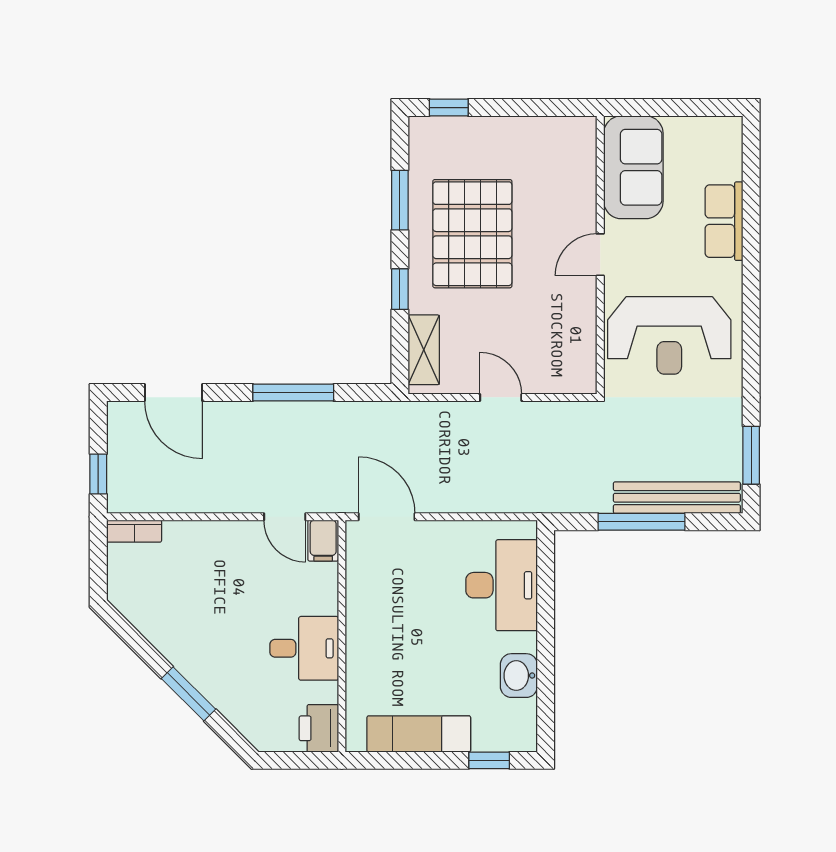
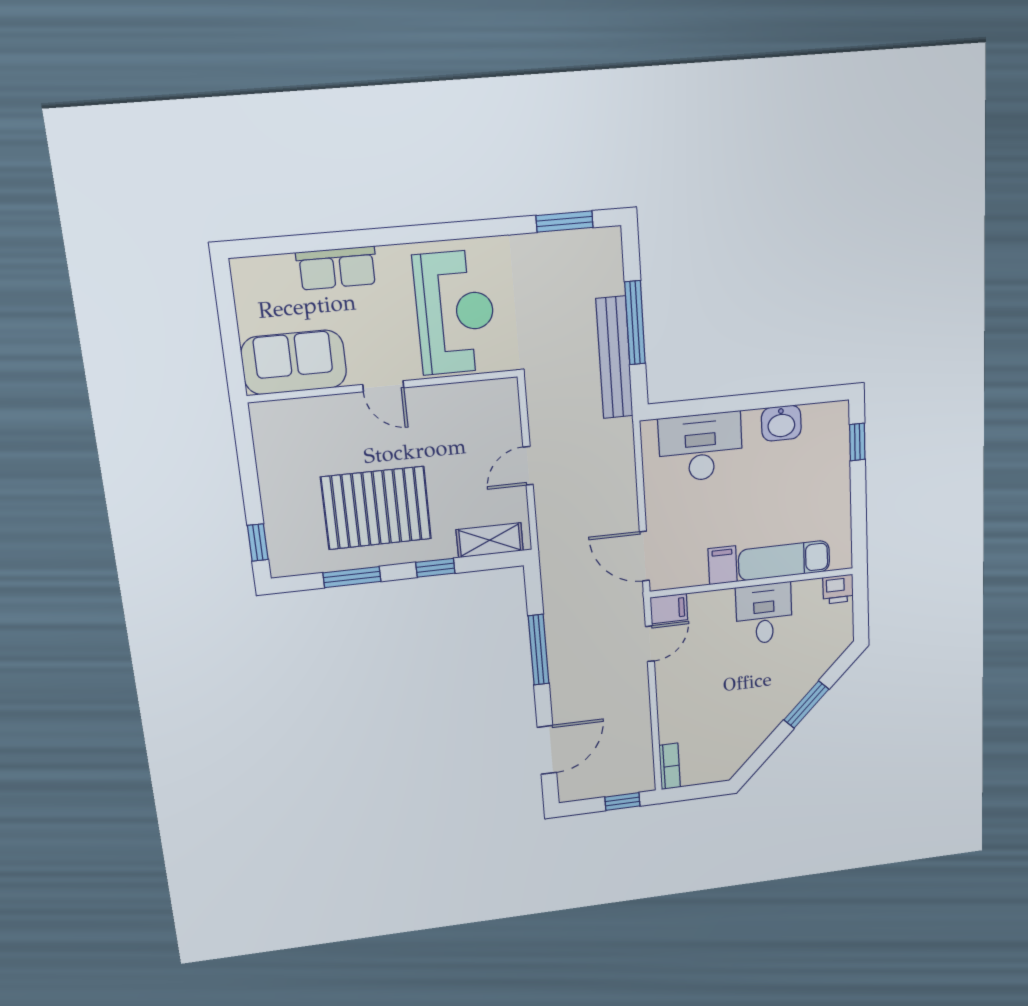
bench: (677, 498) -> (614, 358), moved
door: (387, 517) -> (644, 556), hinge flipped
filing cabinet: (366, 603) -> (722, 565), added
printer: (319, 728) -> (838, 589), width x0.73, depth x0.81
exam couch: (419, 734) -> (784, 561), moved, turned 90

